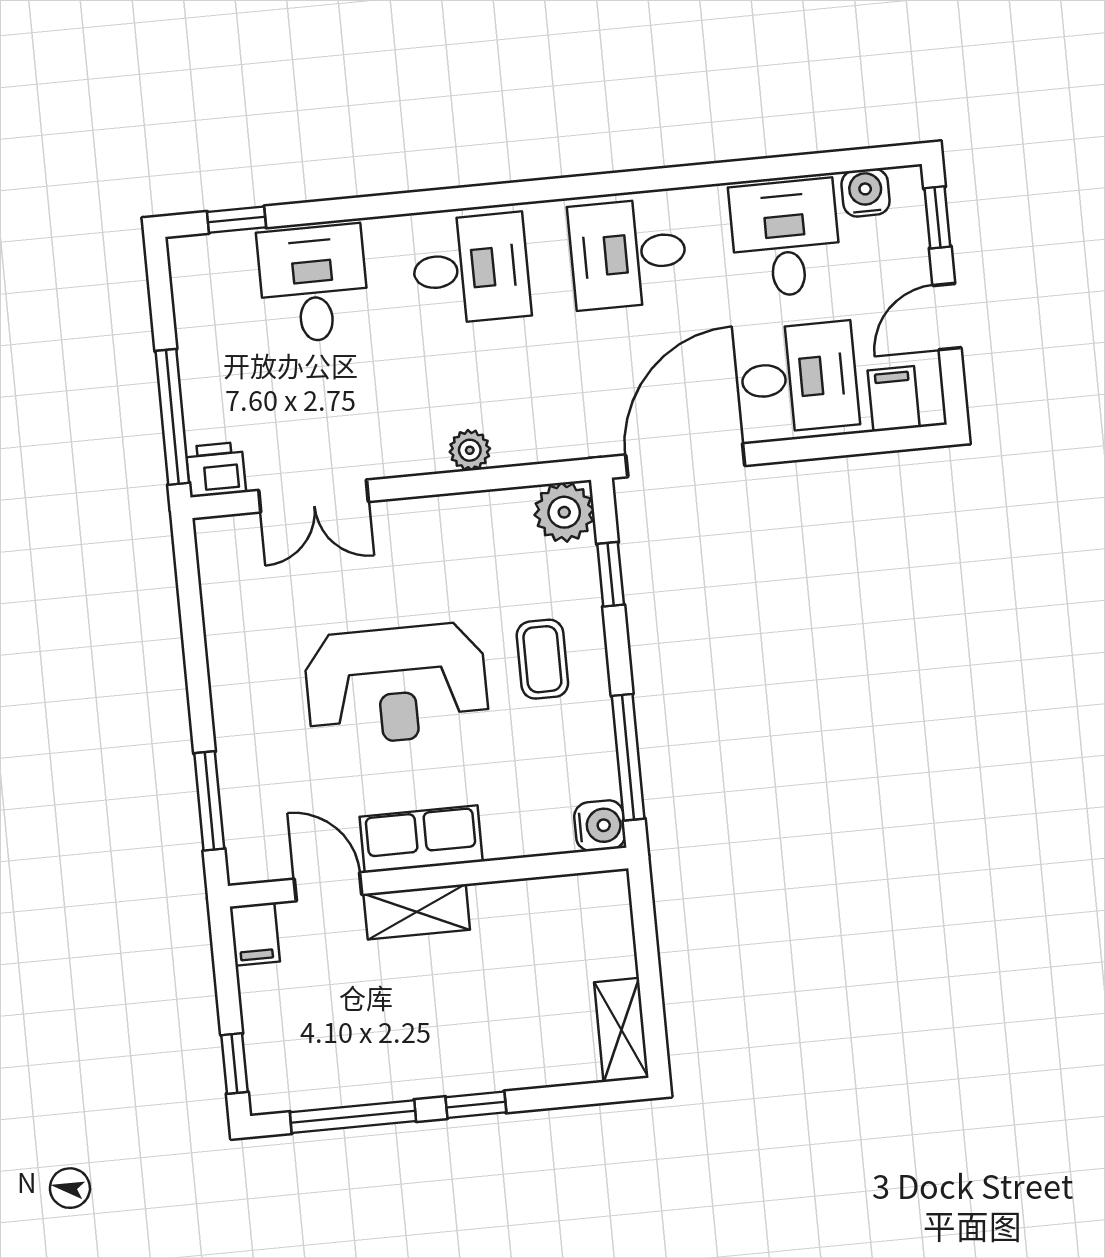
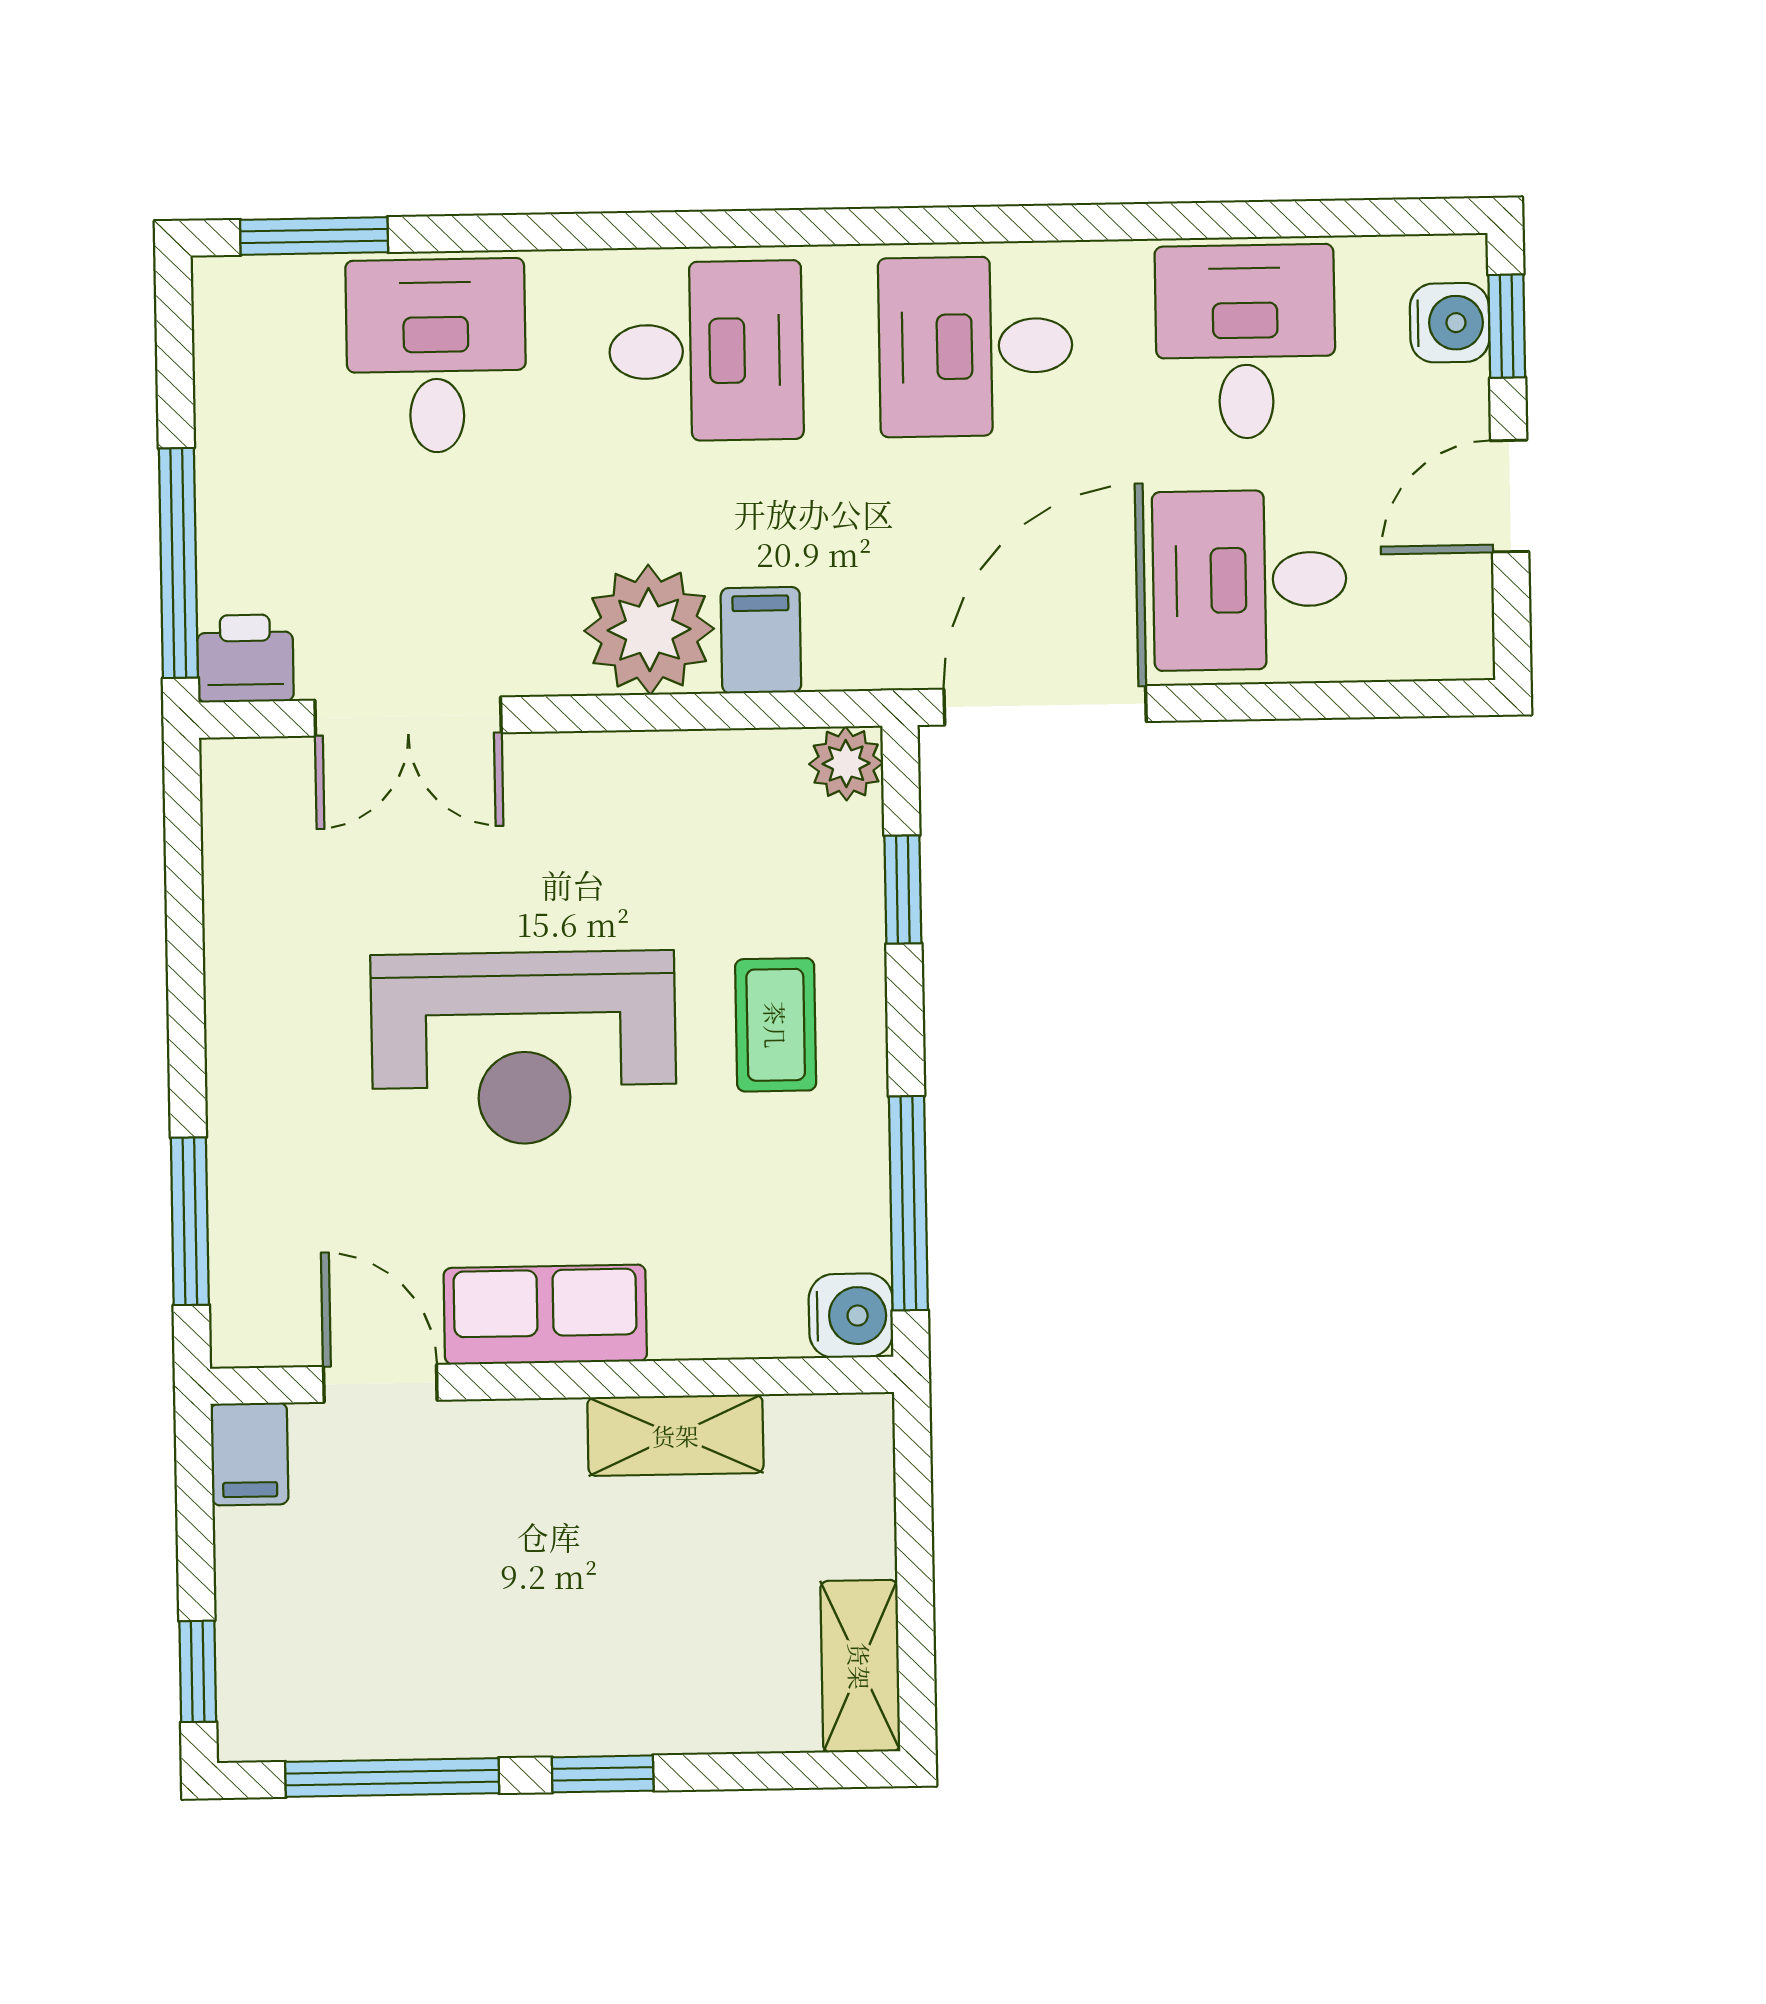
water cooler: (866, 193) -> (1450, 323), moved, turned 90
window: (237, 220) -> (314, 236), width x1.50
desk: (799, 378) -> (1250, 580), turned 180
filing cabinet: (894, 399) -> (761, 640), moved
plant: (470, 450) -> (649, 630), width x1.88, depth x1.88
plant: (564, 512) -> (846, 764), width x0.73, depth x0.73
shelving: (417, 912) -> (675, 1435), moved

